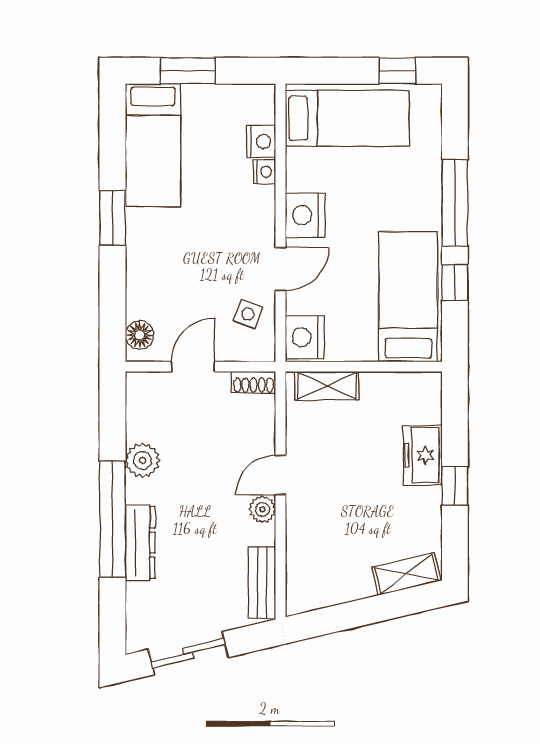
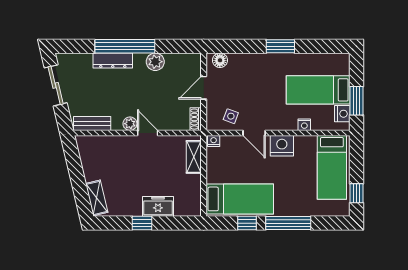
window: (188, 71) -> (356, 101), moved
nightstand: (261, 141) -> (342, 114), moved, turned -90
bed: (153, 145) -> (318, 90), moved
nightstand: (305, 337) -> (214, 141), width x0.53, depth x0.56
door: (193, 367) -> (204, 88), swing flipped

